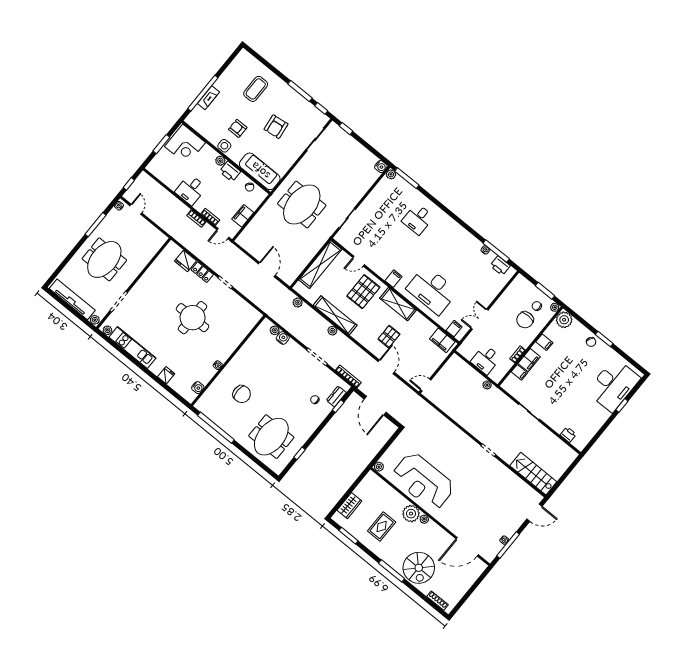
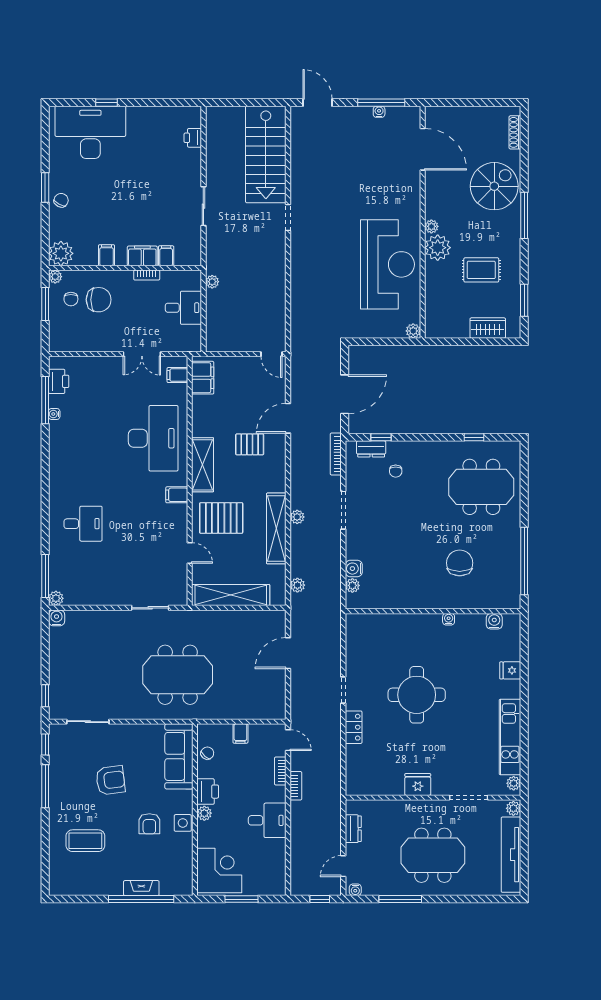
filing cabinet: (243, 216) -> (240, 734), width x0.50
dresser: (151, 230) -> (353, 829), added
fridge: (186, 261) -> (418, 784), moved, turned -90
stairs: (533, 474) -> (266, 154), width x1.36, depth x1.51

